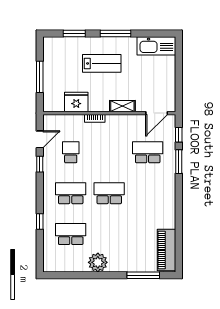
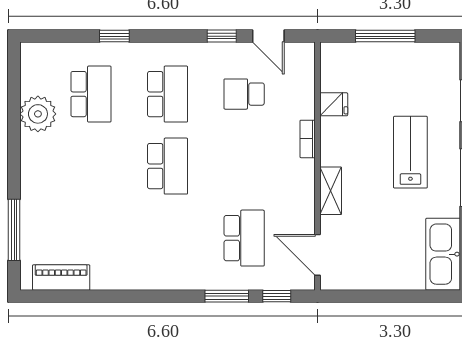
lab bench: (102, 63) -> (410, 152), turned 180
fridge: (76, 102) -> (334, 104), width x0.53, depth x0.75
school desk: (71, 152) -> (244, 94), turned 180
piano: (166, 250) -> (61, 277), width x0.73, depth x0.75
plant: (98, 262) -> (38, 114), moved

